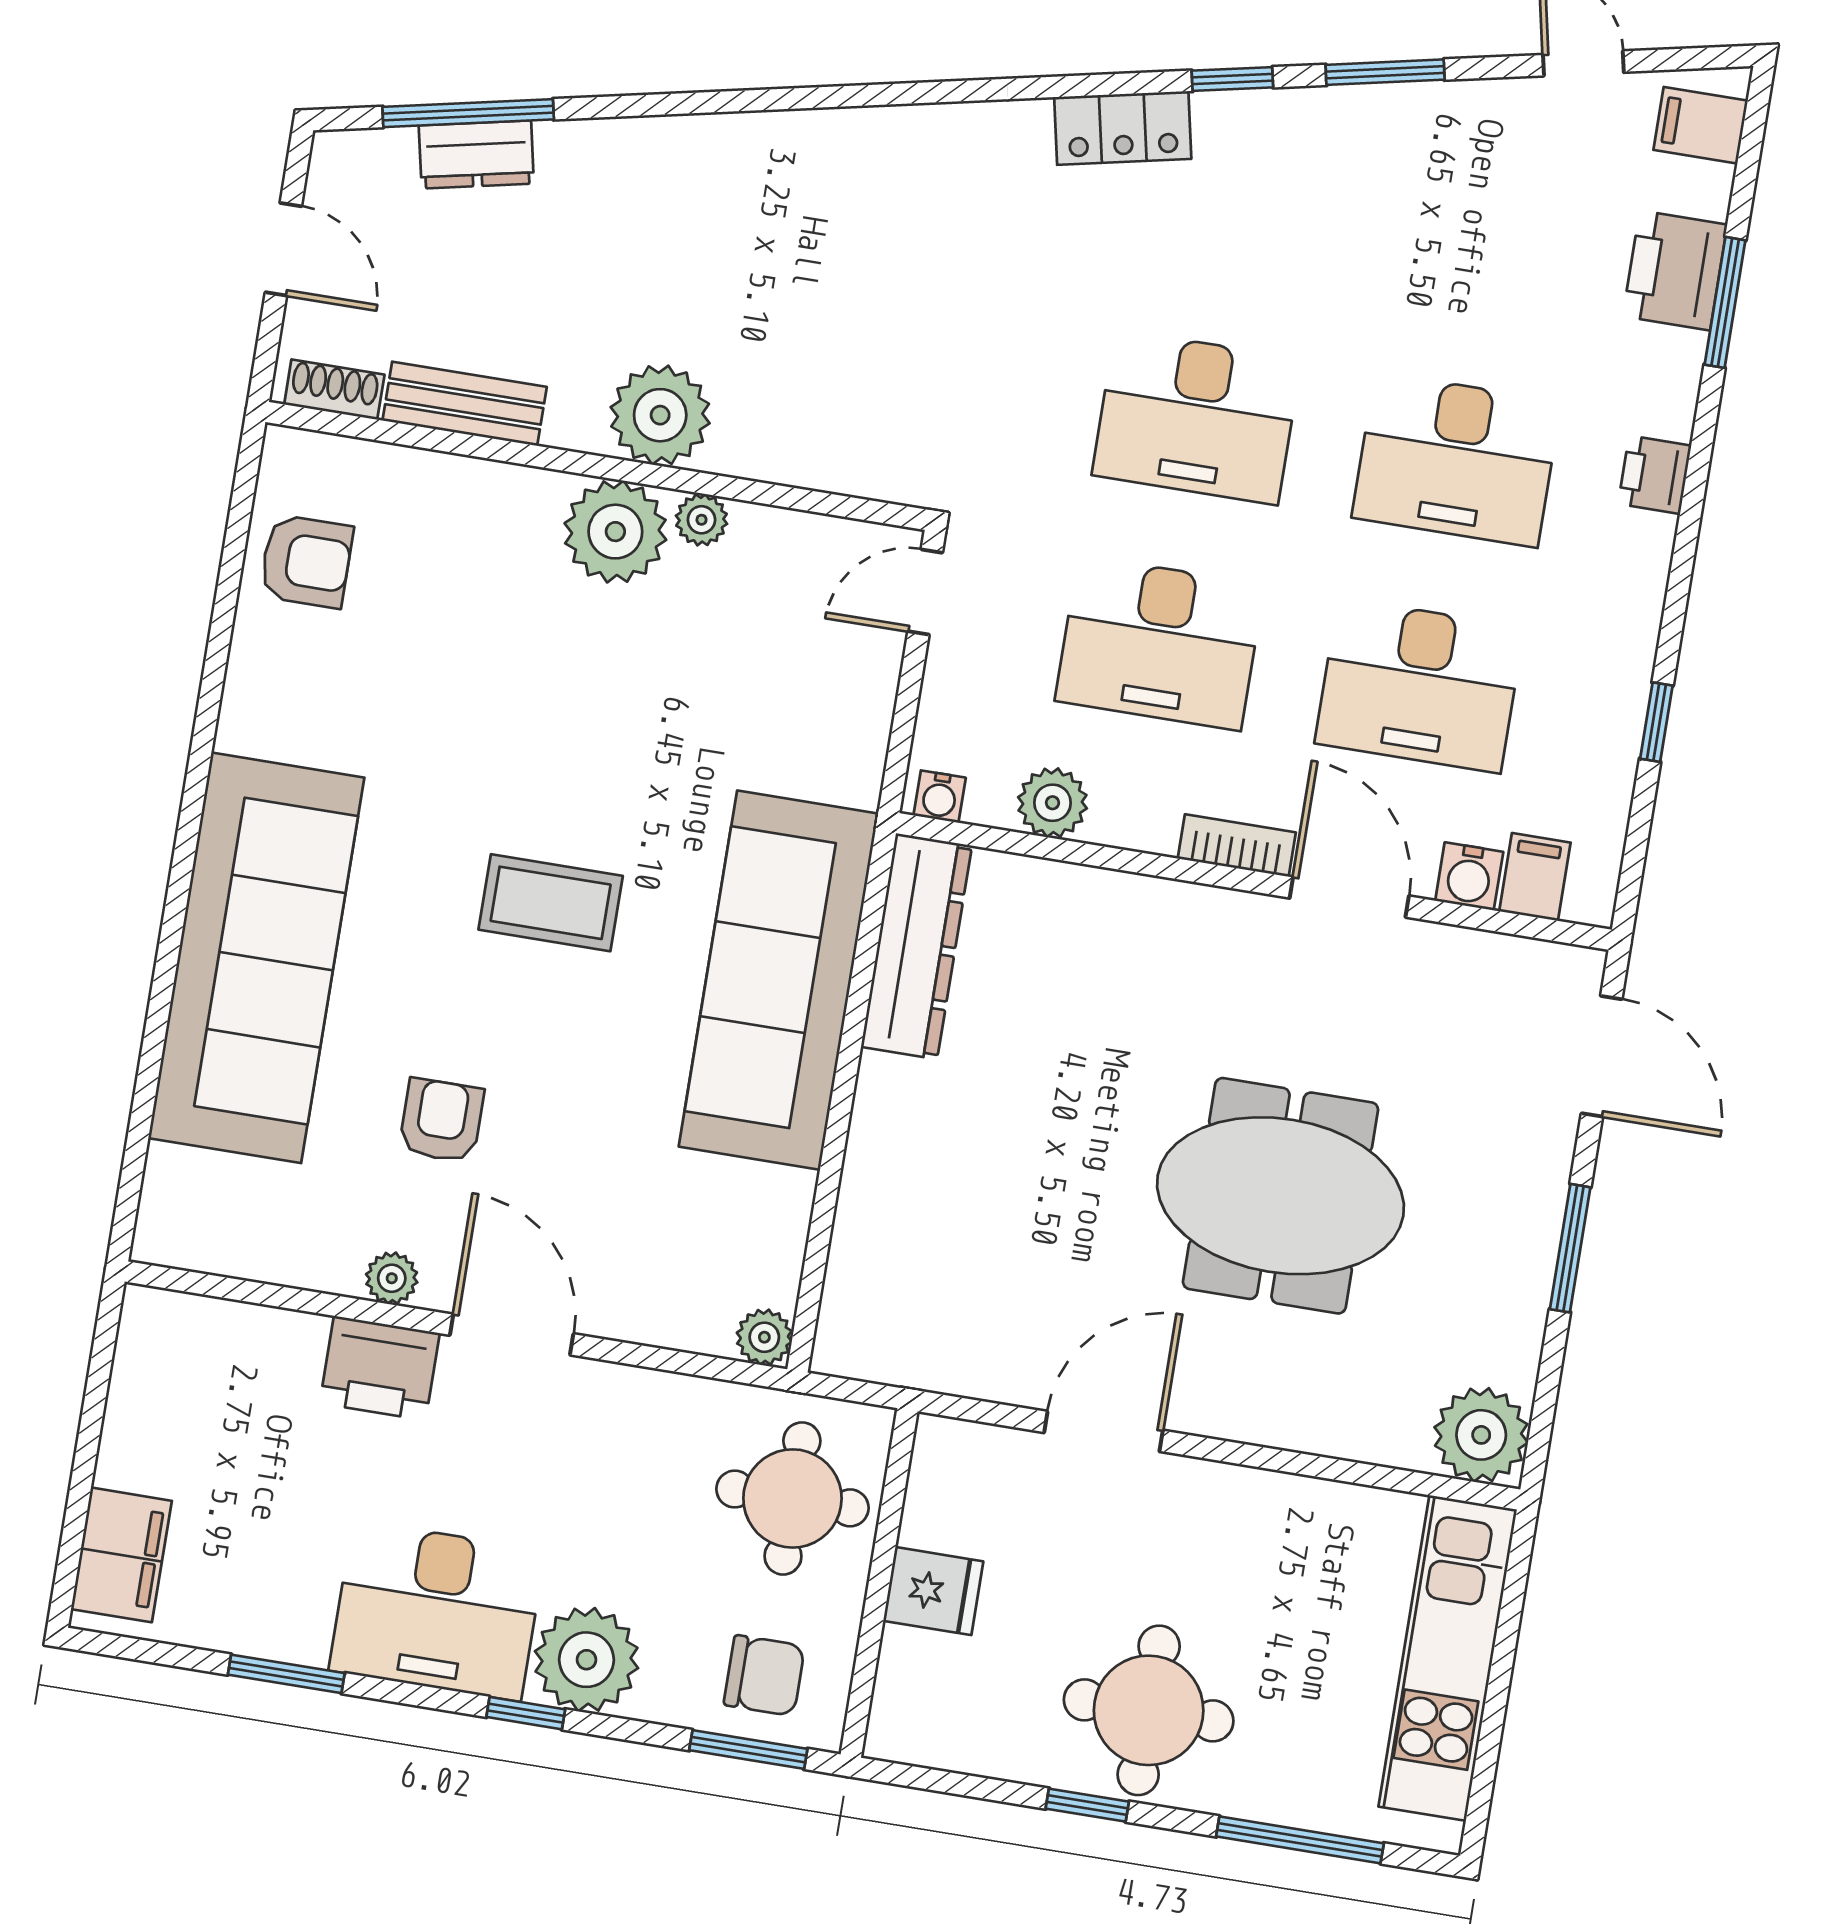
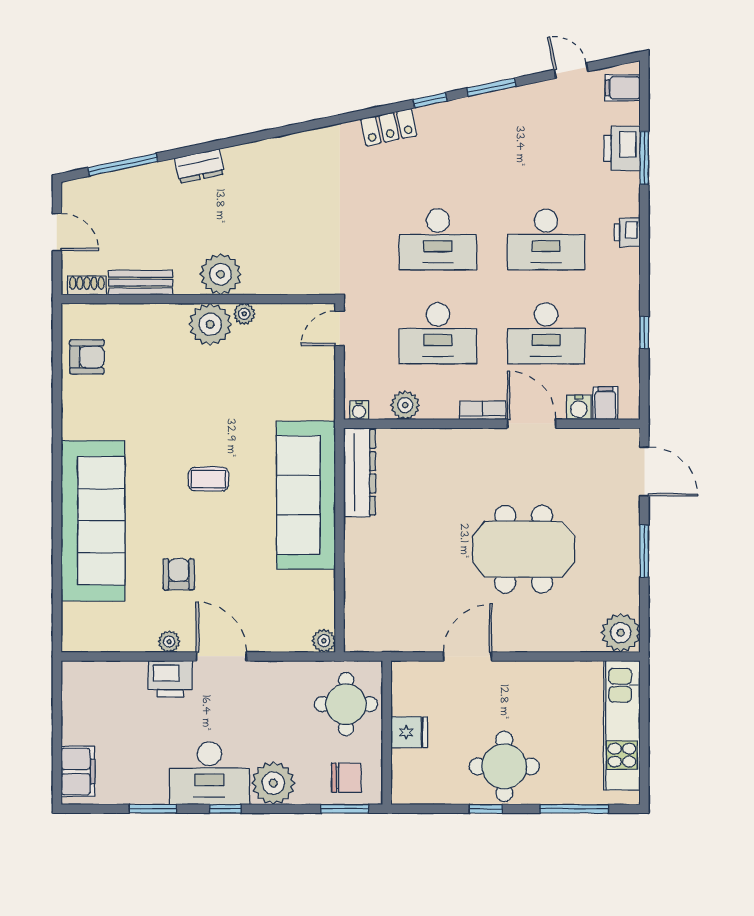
dresser: (476, 155) -> (199, 166), moved
coffee table: (551, 903) -> (209, 479), width x0.73, depth x0.77
window: (526, 1713) -> (225, 809), moved

